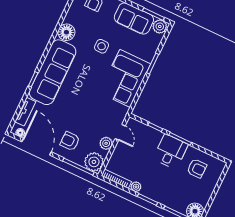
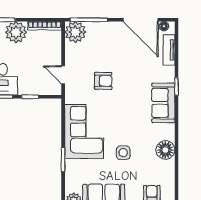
sofa: (53, 72) -> (163, 103), width x0.54, depth x0.79
armchair: (70, 141) -> (103, 81), moved
plant: (106, 143) -> (72, 57), removed
plant: (136, 187) -> (16, 32), width x1.87, depth x1.87

